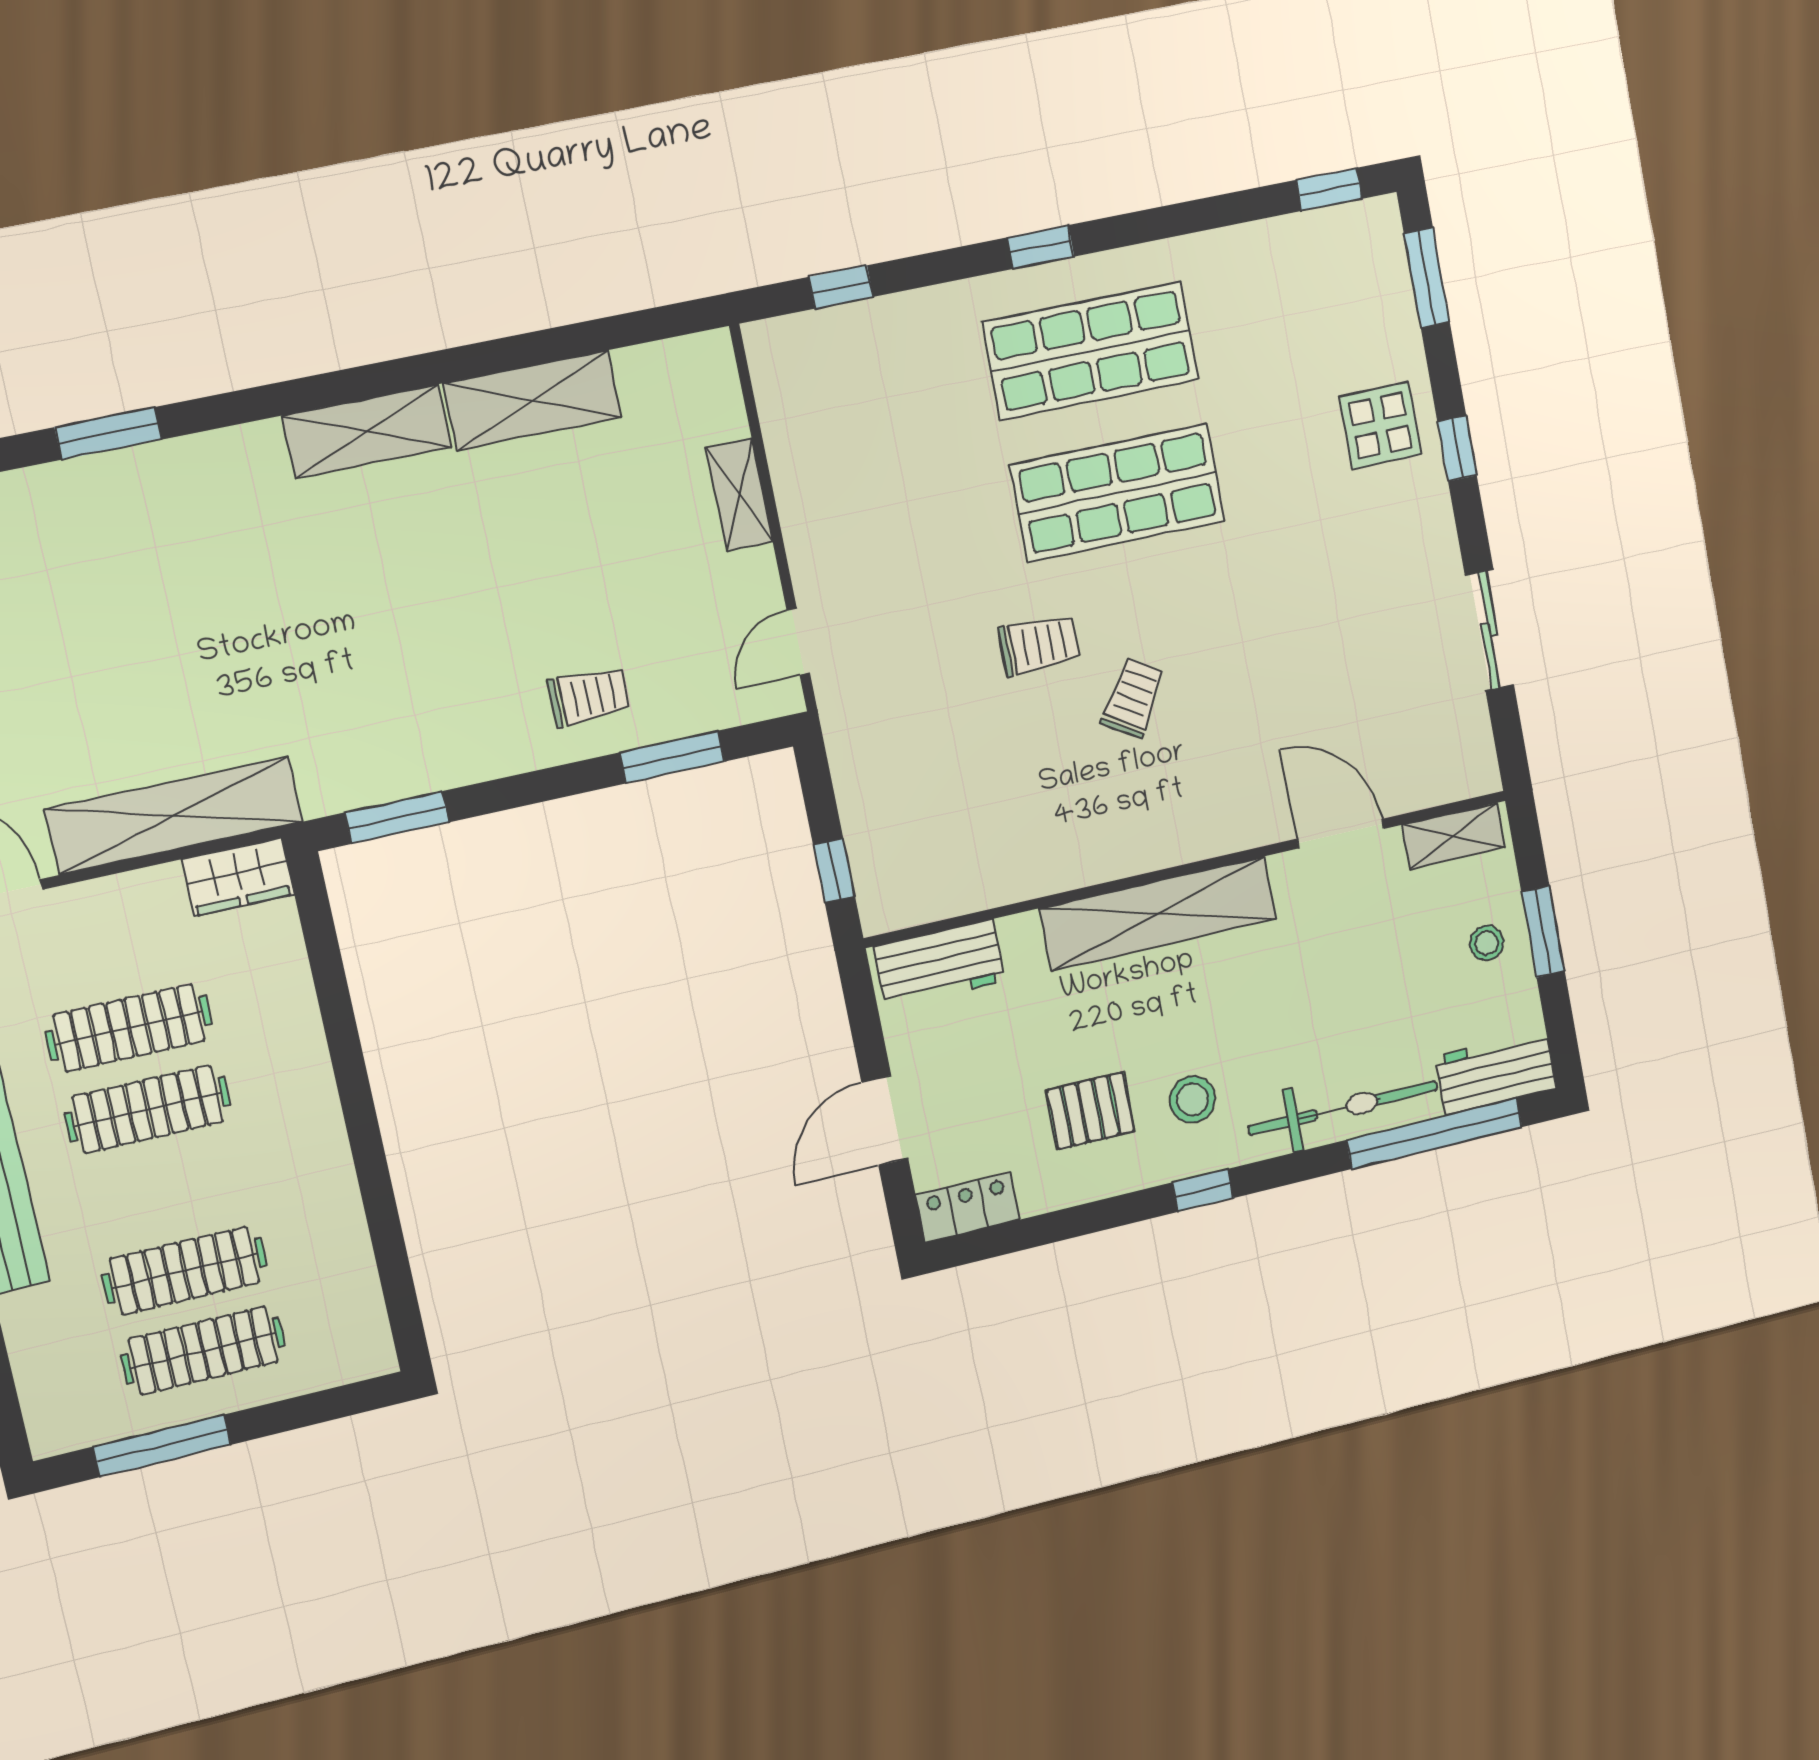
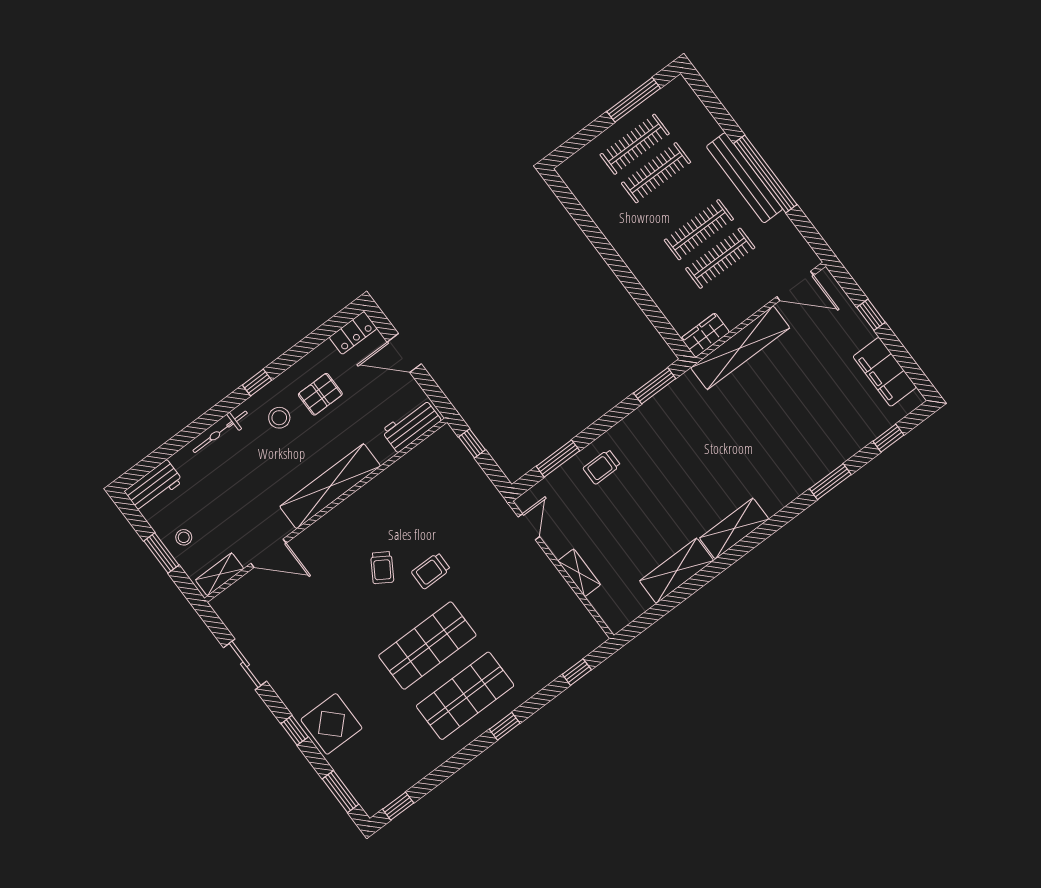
display table: (1380, 426) -> (331, 724), width x1.36, depth x1.36
bicycle: (1343, 1108) -> (220, 432), width x0.73, depth x0.71
door: (885, 1120) -> (404, 353), swing flipped
window: (1434, 1133) -> (168, 449), removed

